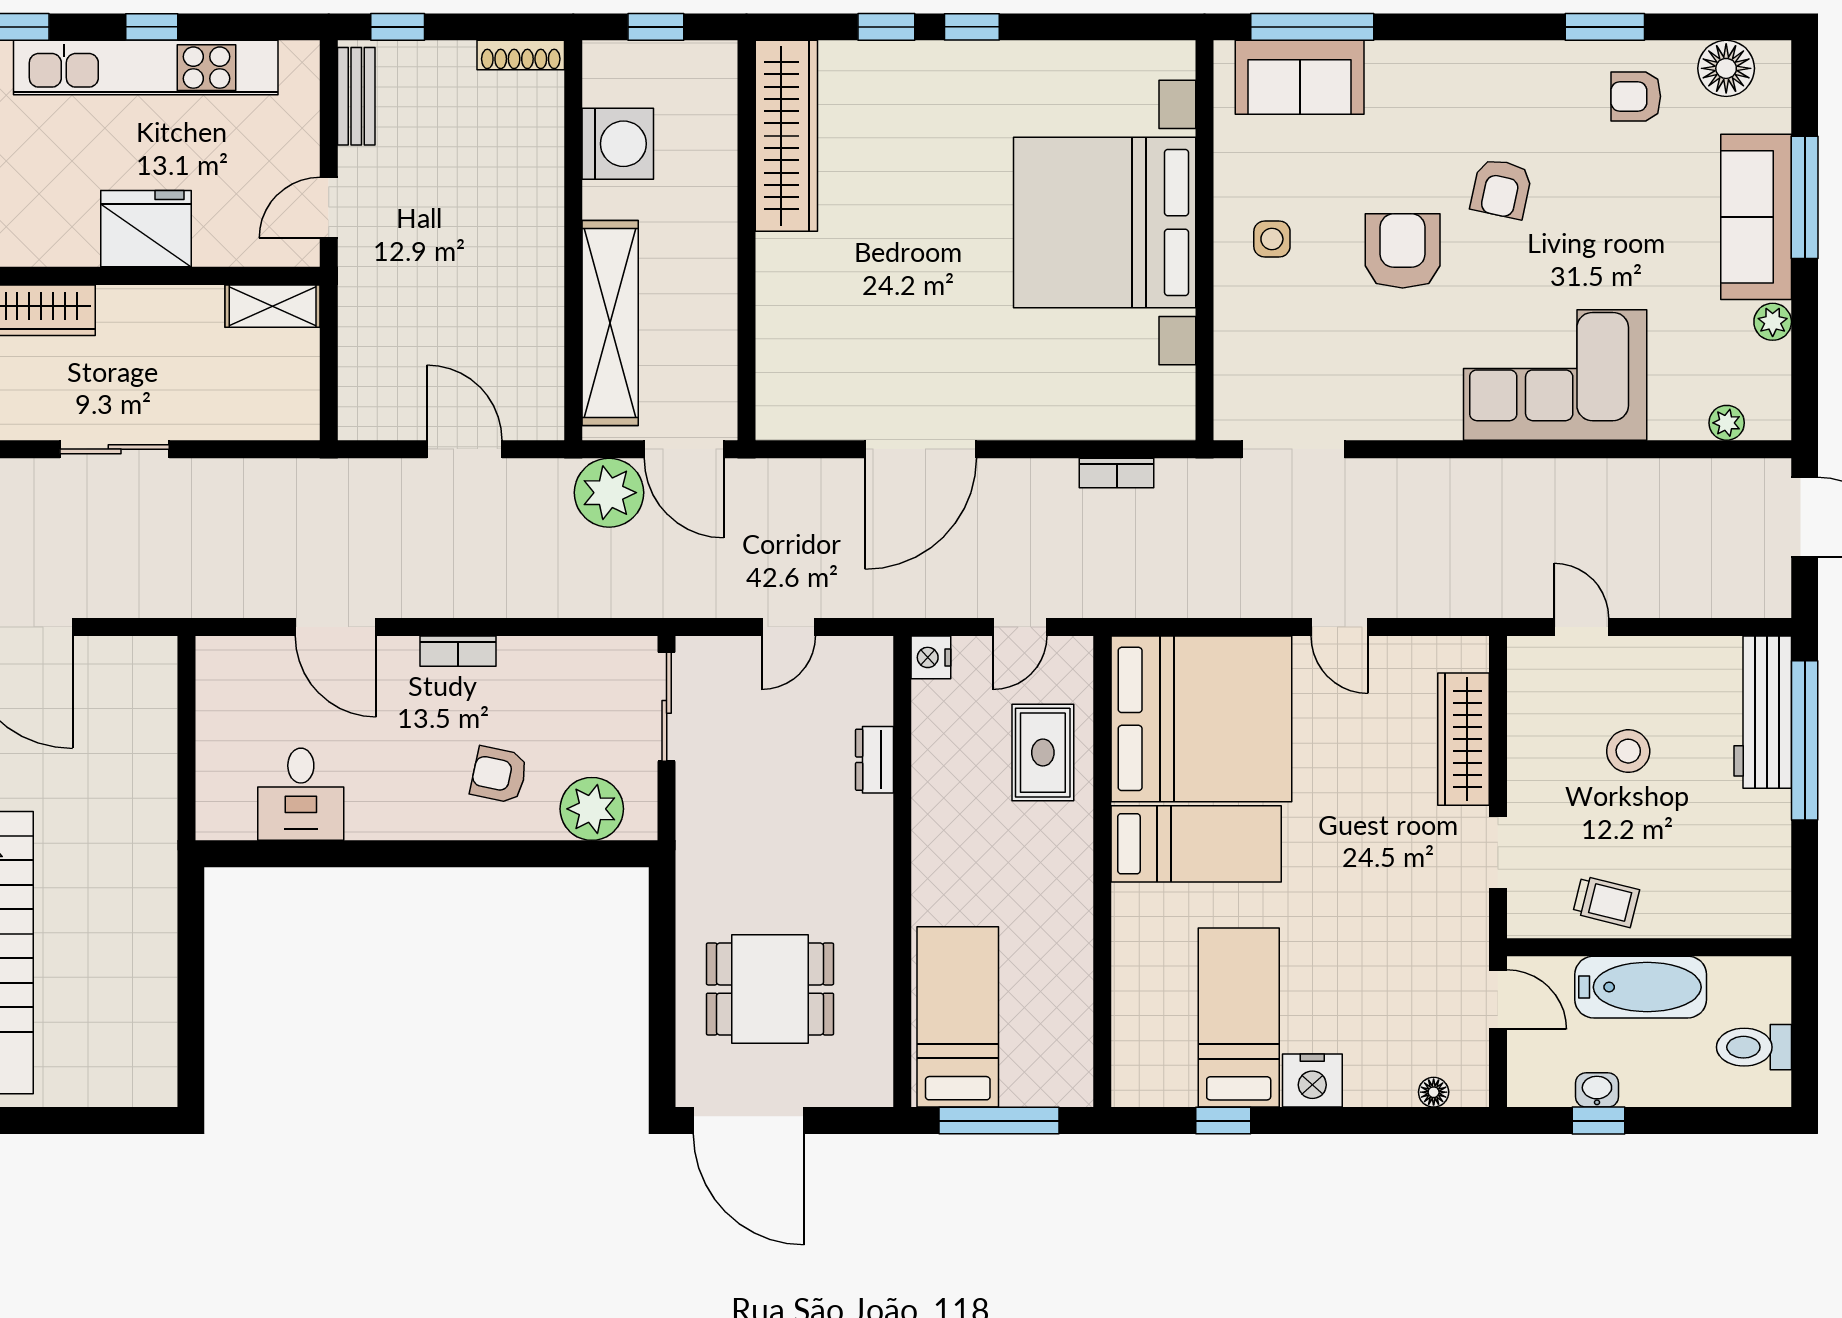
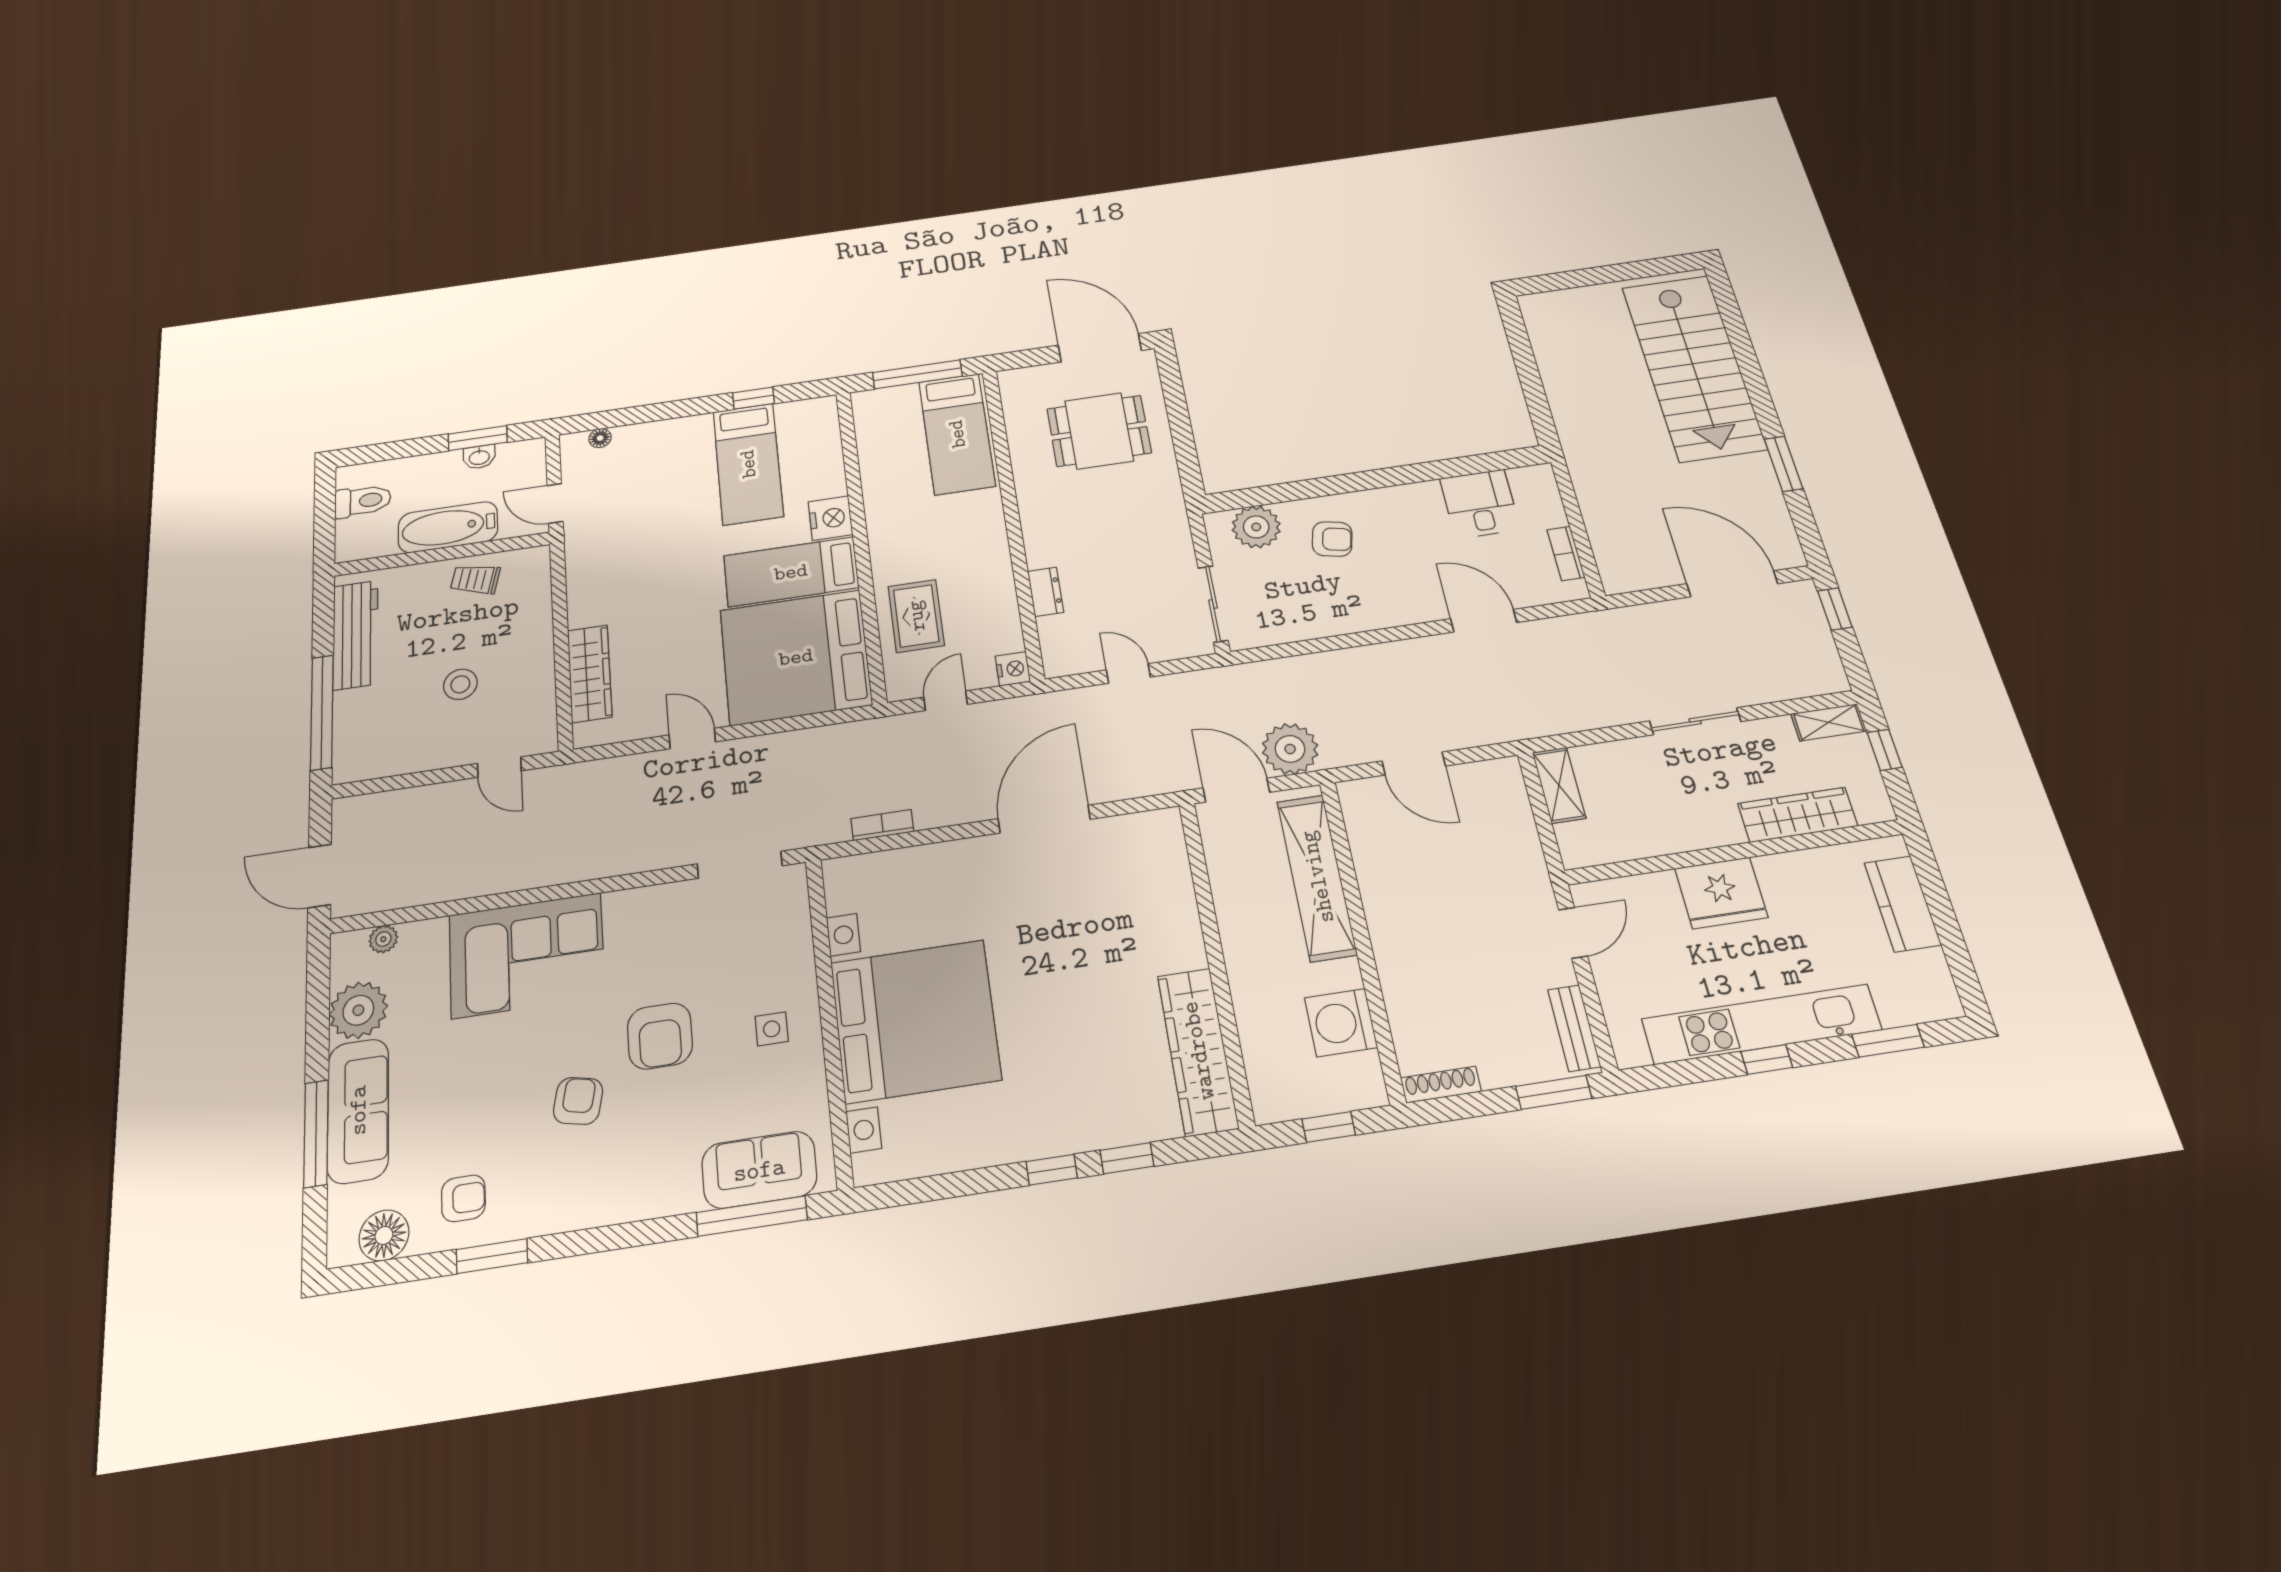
window: (398, 27) -> (1554, 1092), width x1.50
shelving: (273, 306) -> (1559, 785), moved, turned 90
plant: (1773, 322) -> (358, 1010), width x1.88, depth x1.88
door: (788, 627) -> (1128, 674), hinge flipped
bookcase: (458, 651) -> (1566, 553), moved, turned -90
workbench: (1763, 712) -> (355, 635), moved
doorway: (1498, 853) -> (559, 600), removed
nightstand: (1312, 1081) -> (830, 518), moved, turned 90
window: (1599, 1121) -> (478, 438), width x1.50

